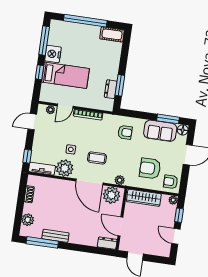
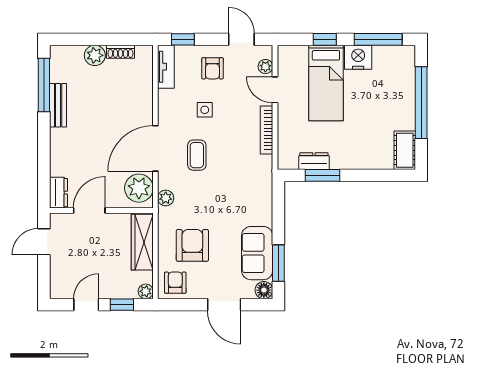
armchair: (125, 132) -> (212, 68), moved
plant: (65, 168) -> (172, 104), removed
plant: (28, 220) -> (95, 55), moved

